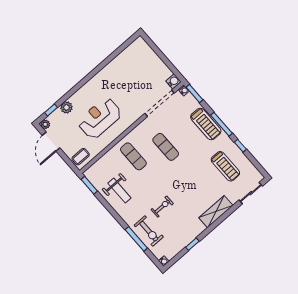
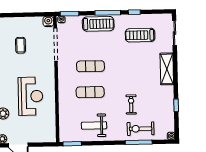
reception desk: (100, 118) -> (30, 96), turned 180
exercise mat: (133, 156) -> (90, 92), moved
coffee table: (81, 157) -> (21, 45), moved
treadmill: (225, 166) -> (140, 35), turned 180
weight bench: (119, 191) -> (94, 125), turned 180
exercise bike: (149, 231) -> (141, 129), turned 180

